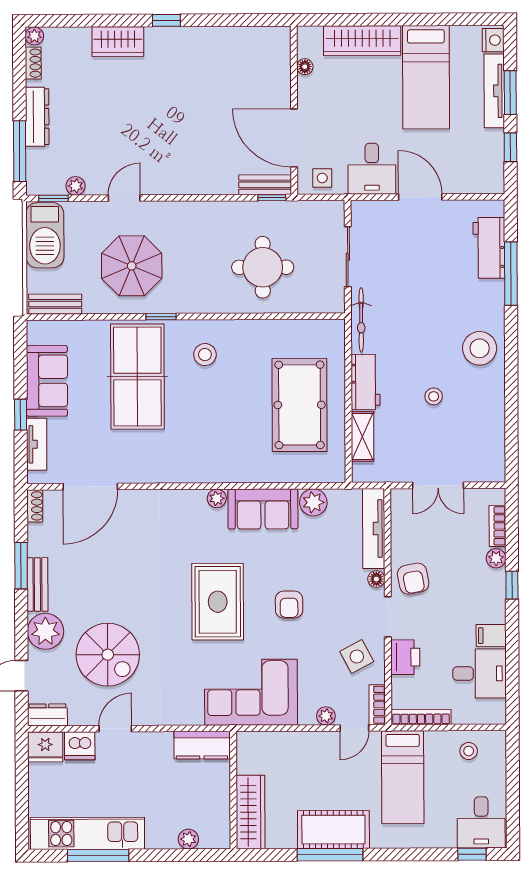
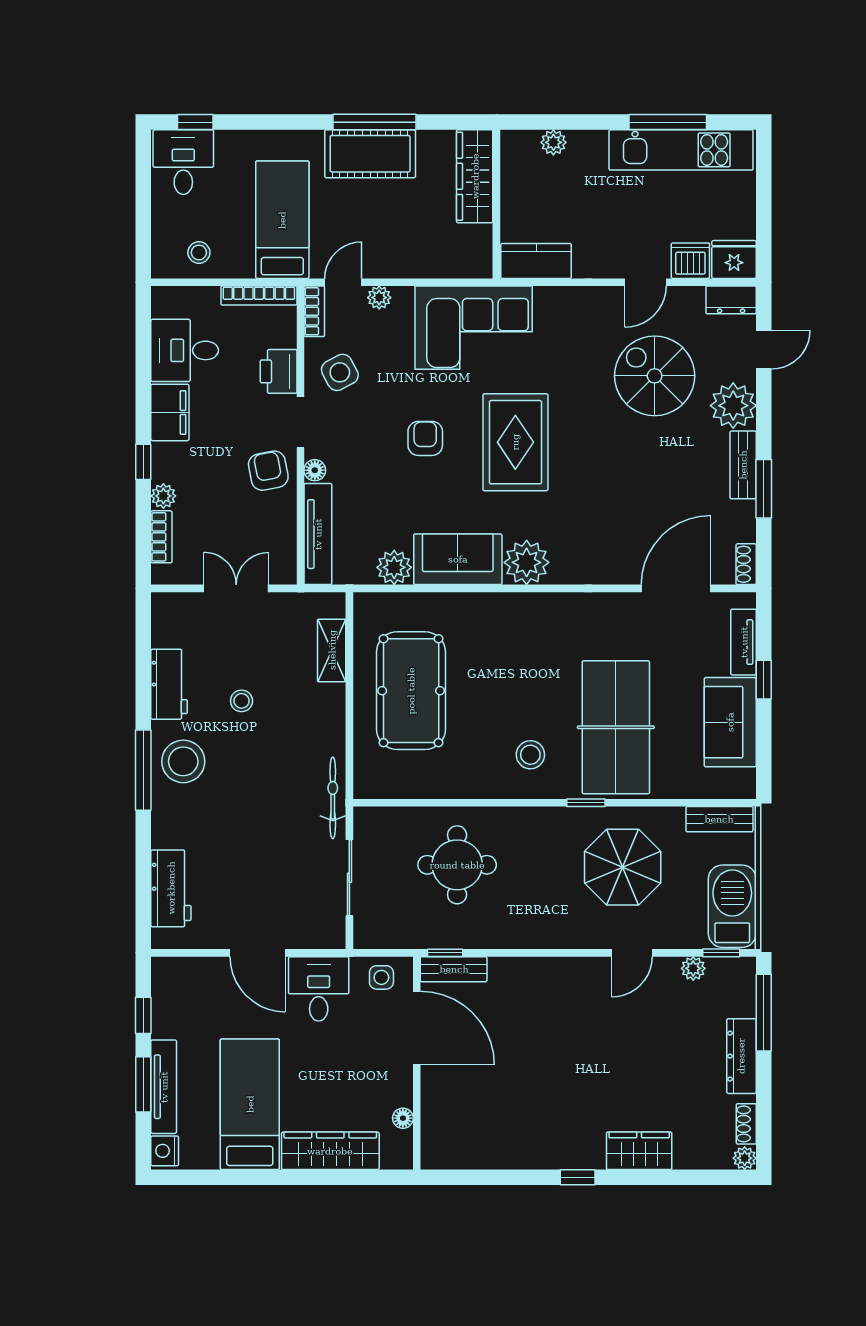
window: (511, 274) -> (143, 770), moved
workbench: (365, 382) -> (169, 684), moved, turned 180
plant: (217, 498) -> (527, 562), width x1.88, depth x1.88
filing cabinet: (491, 636) -> (170, 412), width x2.00

